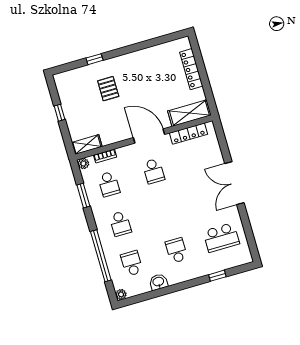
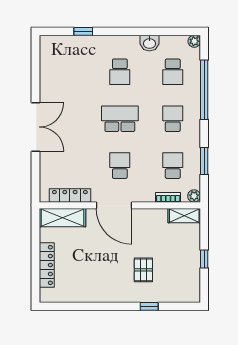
school desk: (221, 237) -> (120, 119), moved

